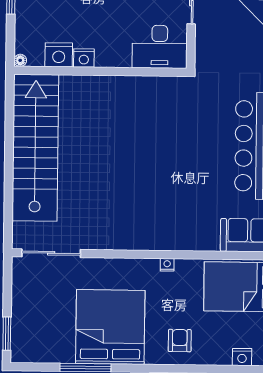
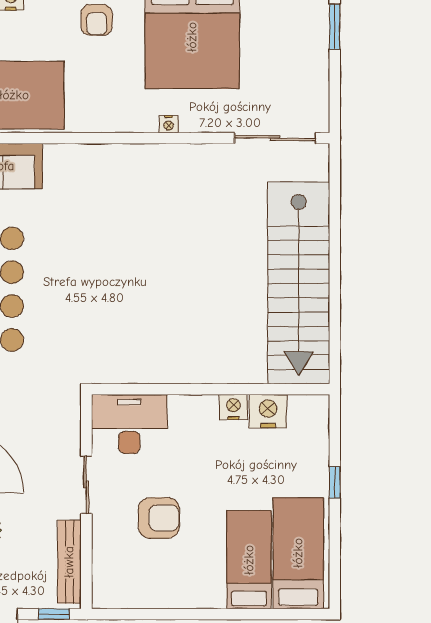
floor lamp: (20, 60) -> (321, 403), removed
nightstand: (167, 265) -> (169, 124), moved

